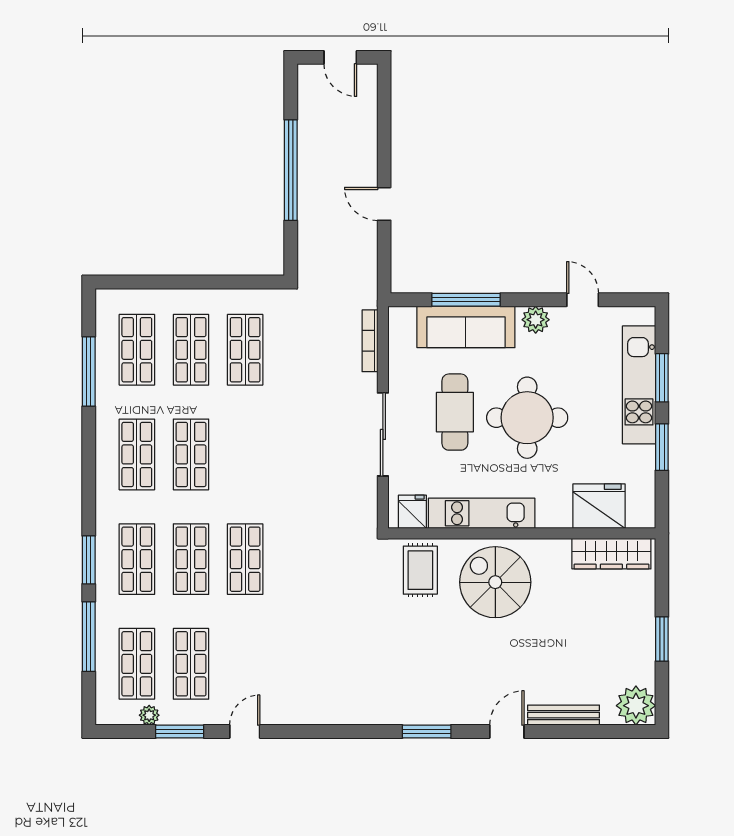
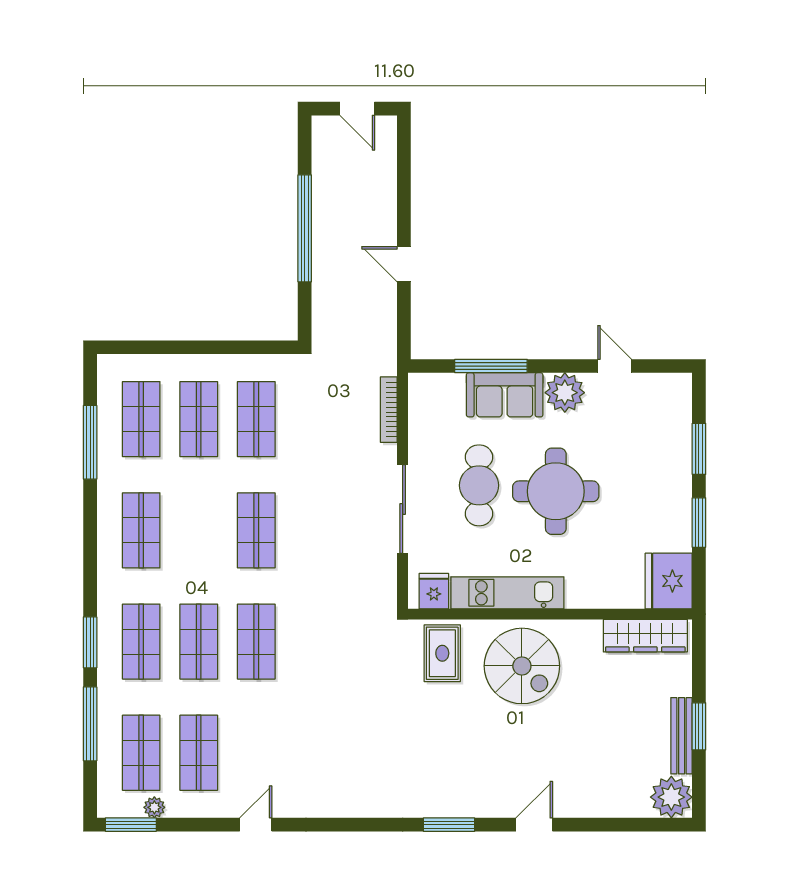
plant: (536, 320) -> (565, 393), width x1.36, depth x1.36
sofa: (466, 327) -> (505, 395), width x0.73
kitchen unit: (639, 385) -> (675, 456), removed
shop shelf: (191, 454) -> (256, 530), moved
fridge: (599, 506) -> (669, 581), moved, turned -90
spiral stairs: (495, 582) -> (522, 666), turned 180
bench: (563, 715) -> (682, 736), moved, turned 90
window: (180, 732) -> (131, 825), moved

